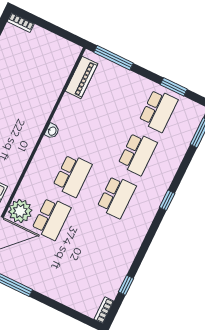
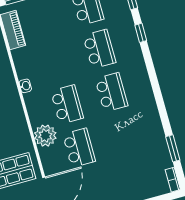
window: (167, 200) -> (141, 33), moved
plant: (20, 211) -> (45, 136), moved
window: (126, 285) -> (173, 148), width x1.50

